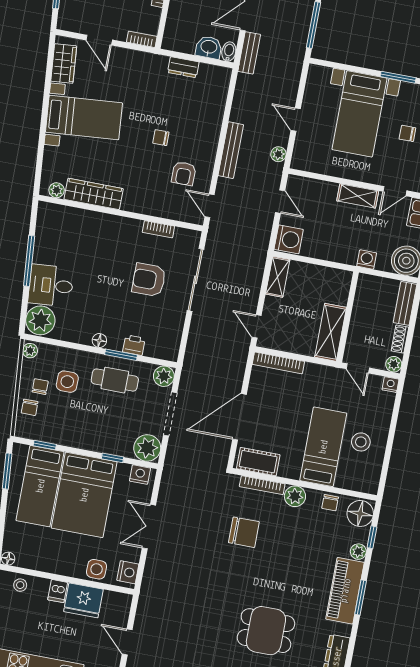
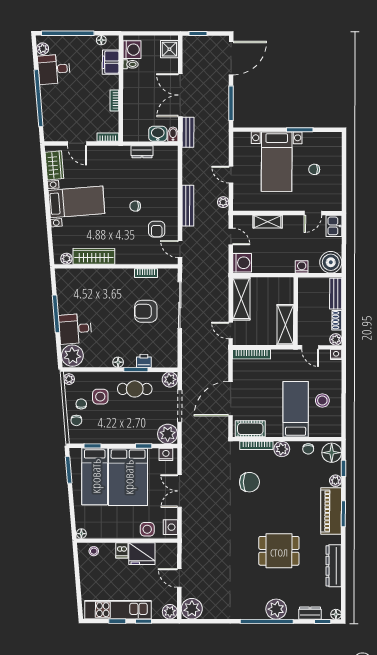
shelving: (358, 196) -> (268, 222), moved
shelving: (278, 277) -> (241, 299), width x1.50, depth x1.33

